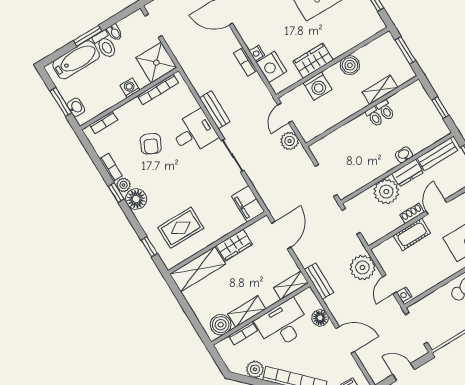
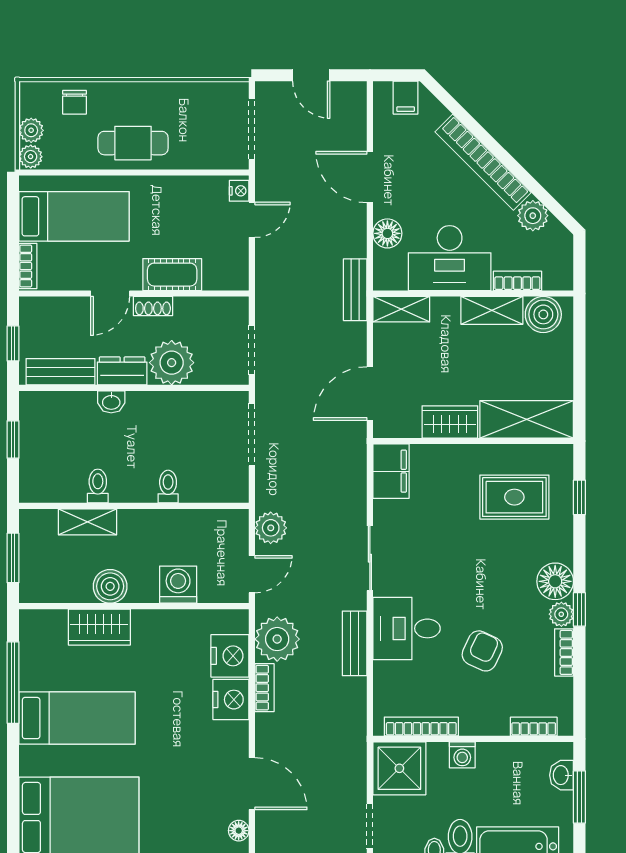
nightstand: (257, 53) -> (231, 700), width x1.89, depth x1.79
wardrobe: (313, 61) -> (99, 627), moved
toilet: (374, 117) -> (168, 487), moved
plant: (363, 268) -> (277, 639), moved

